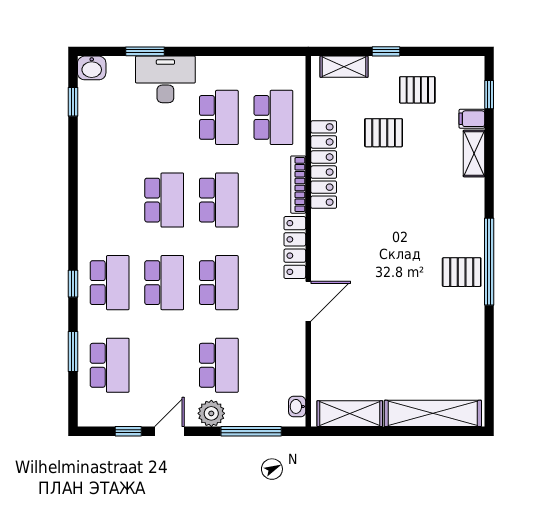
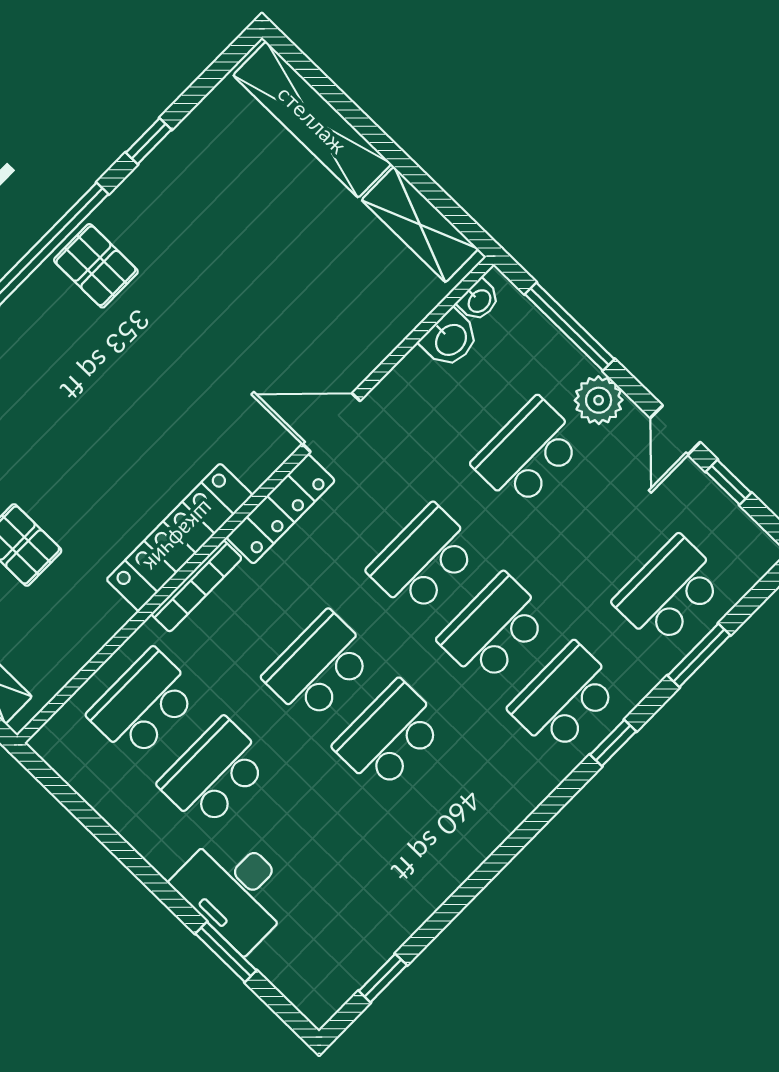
washbasin: (92, 68) -> (450, 339), moved, turned 90
locker: (324, 165) -> (179, 537), moved
window: (489, 342) -> (149, 141), added
door: (169, 431) -> (675, 430), hinge flipped

